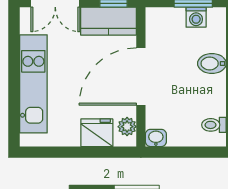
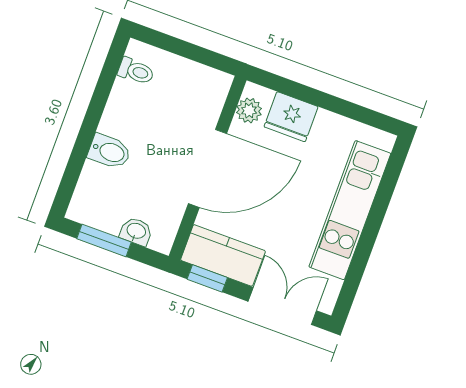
washing machine: (196, 17) -> (108, 219), removed
washbasin: (156, 138) -> (136, 231), moved, turned 180

